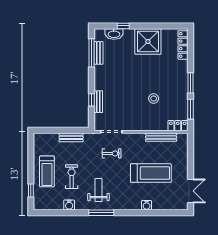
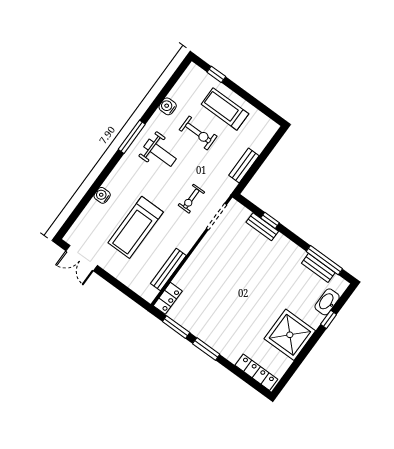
stool: (154, 99) -> (219, 293), removed

